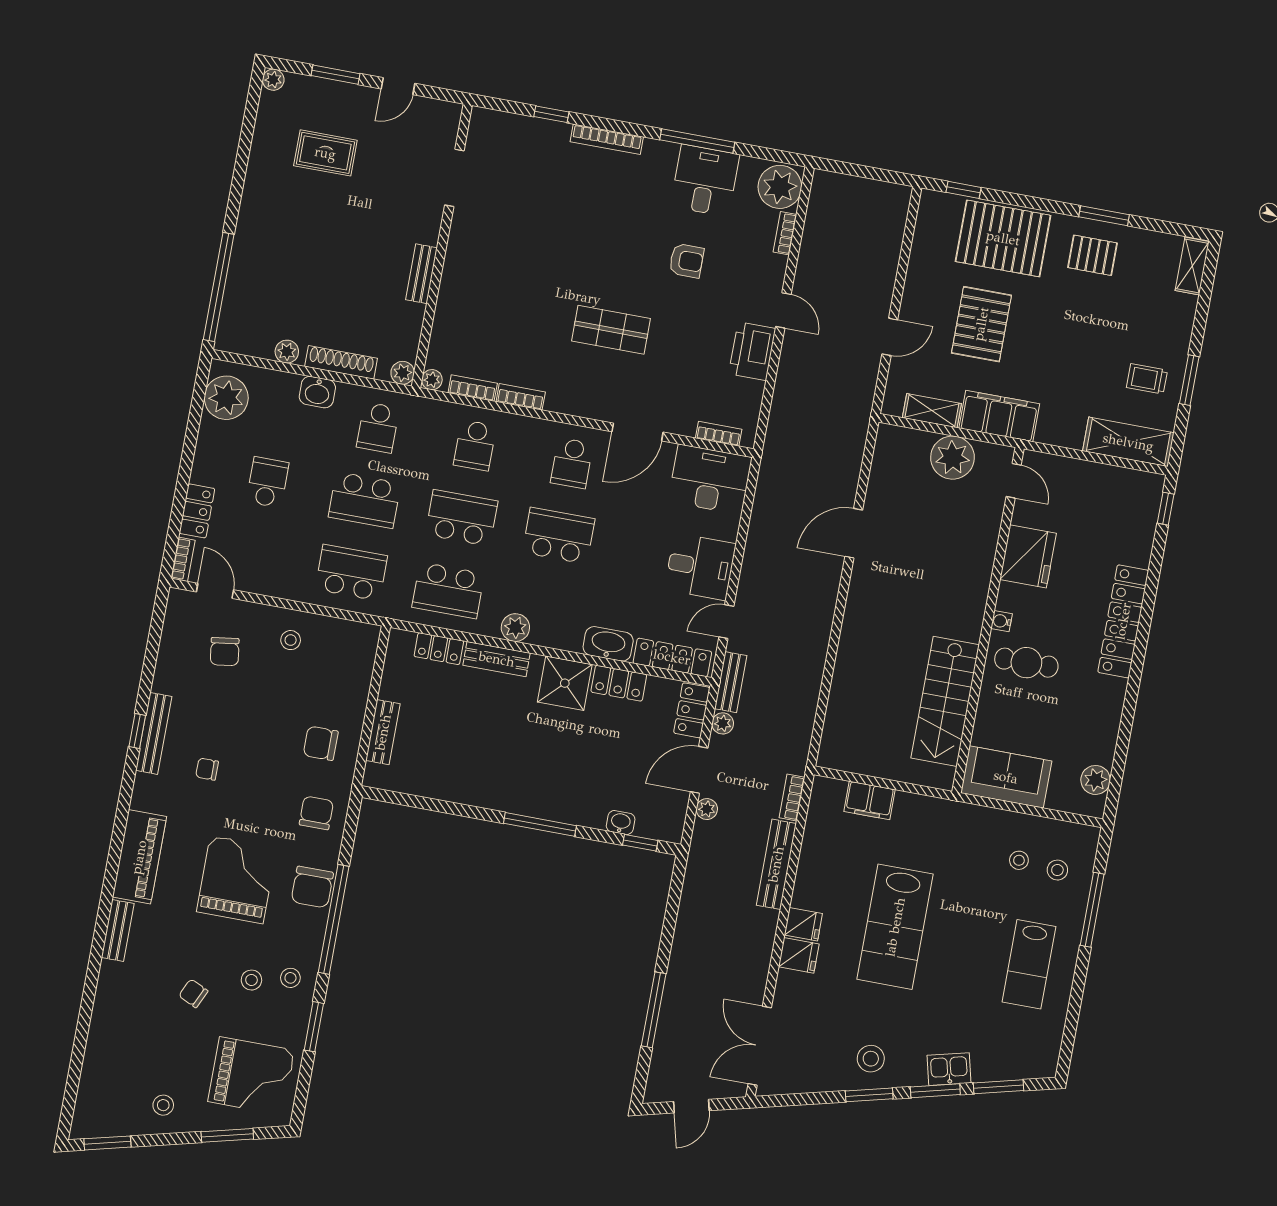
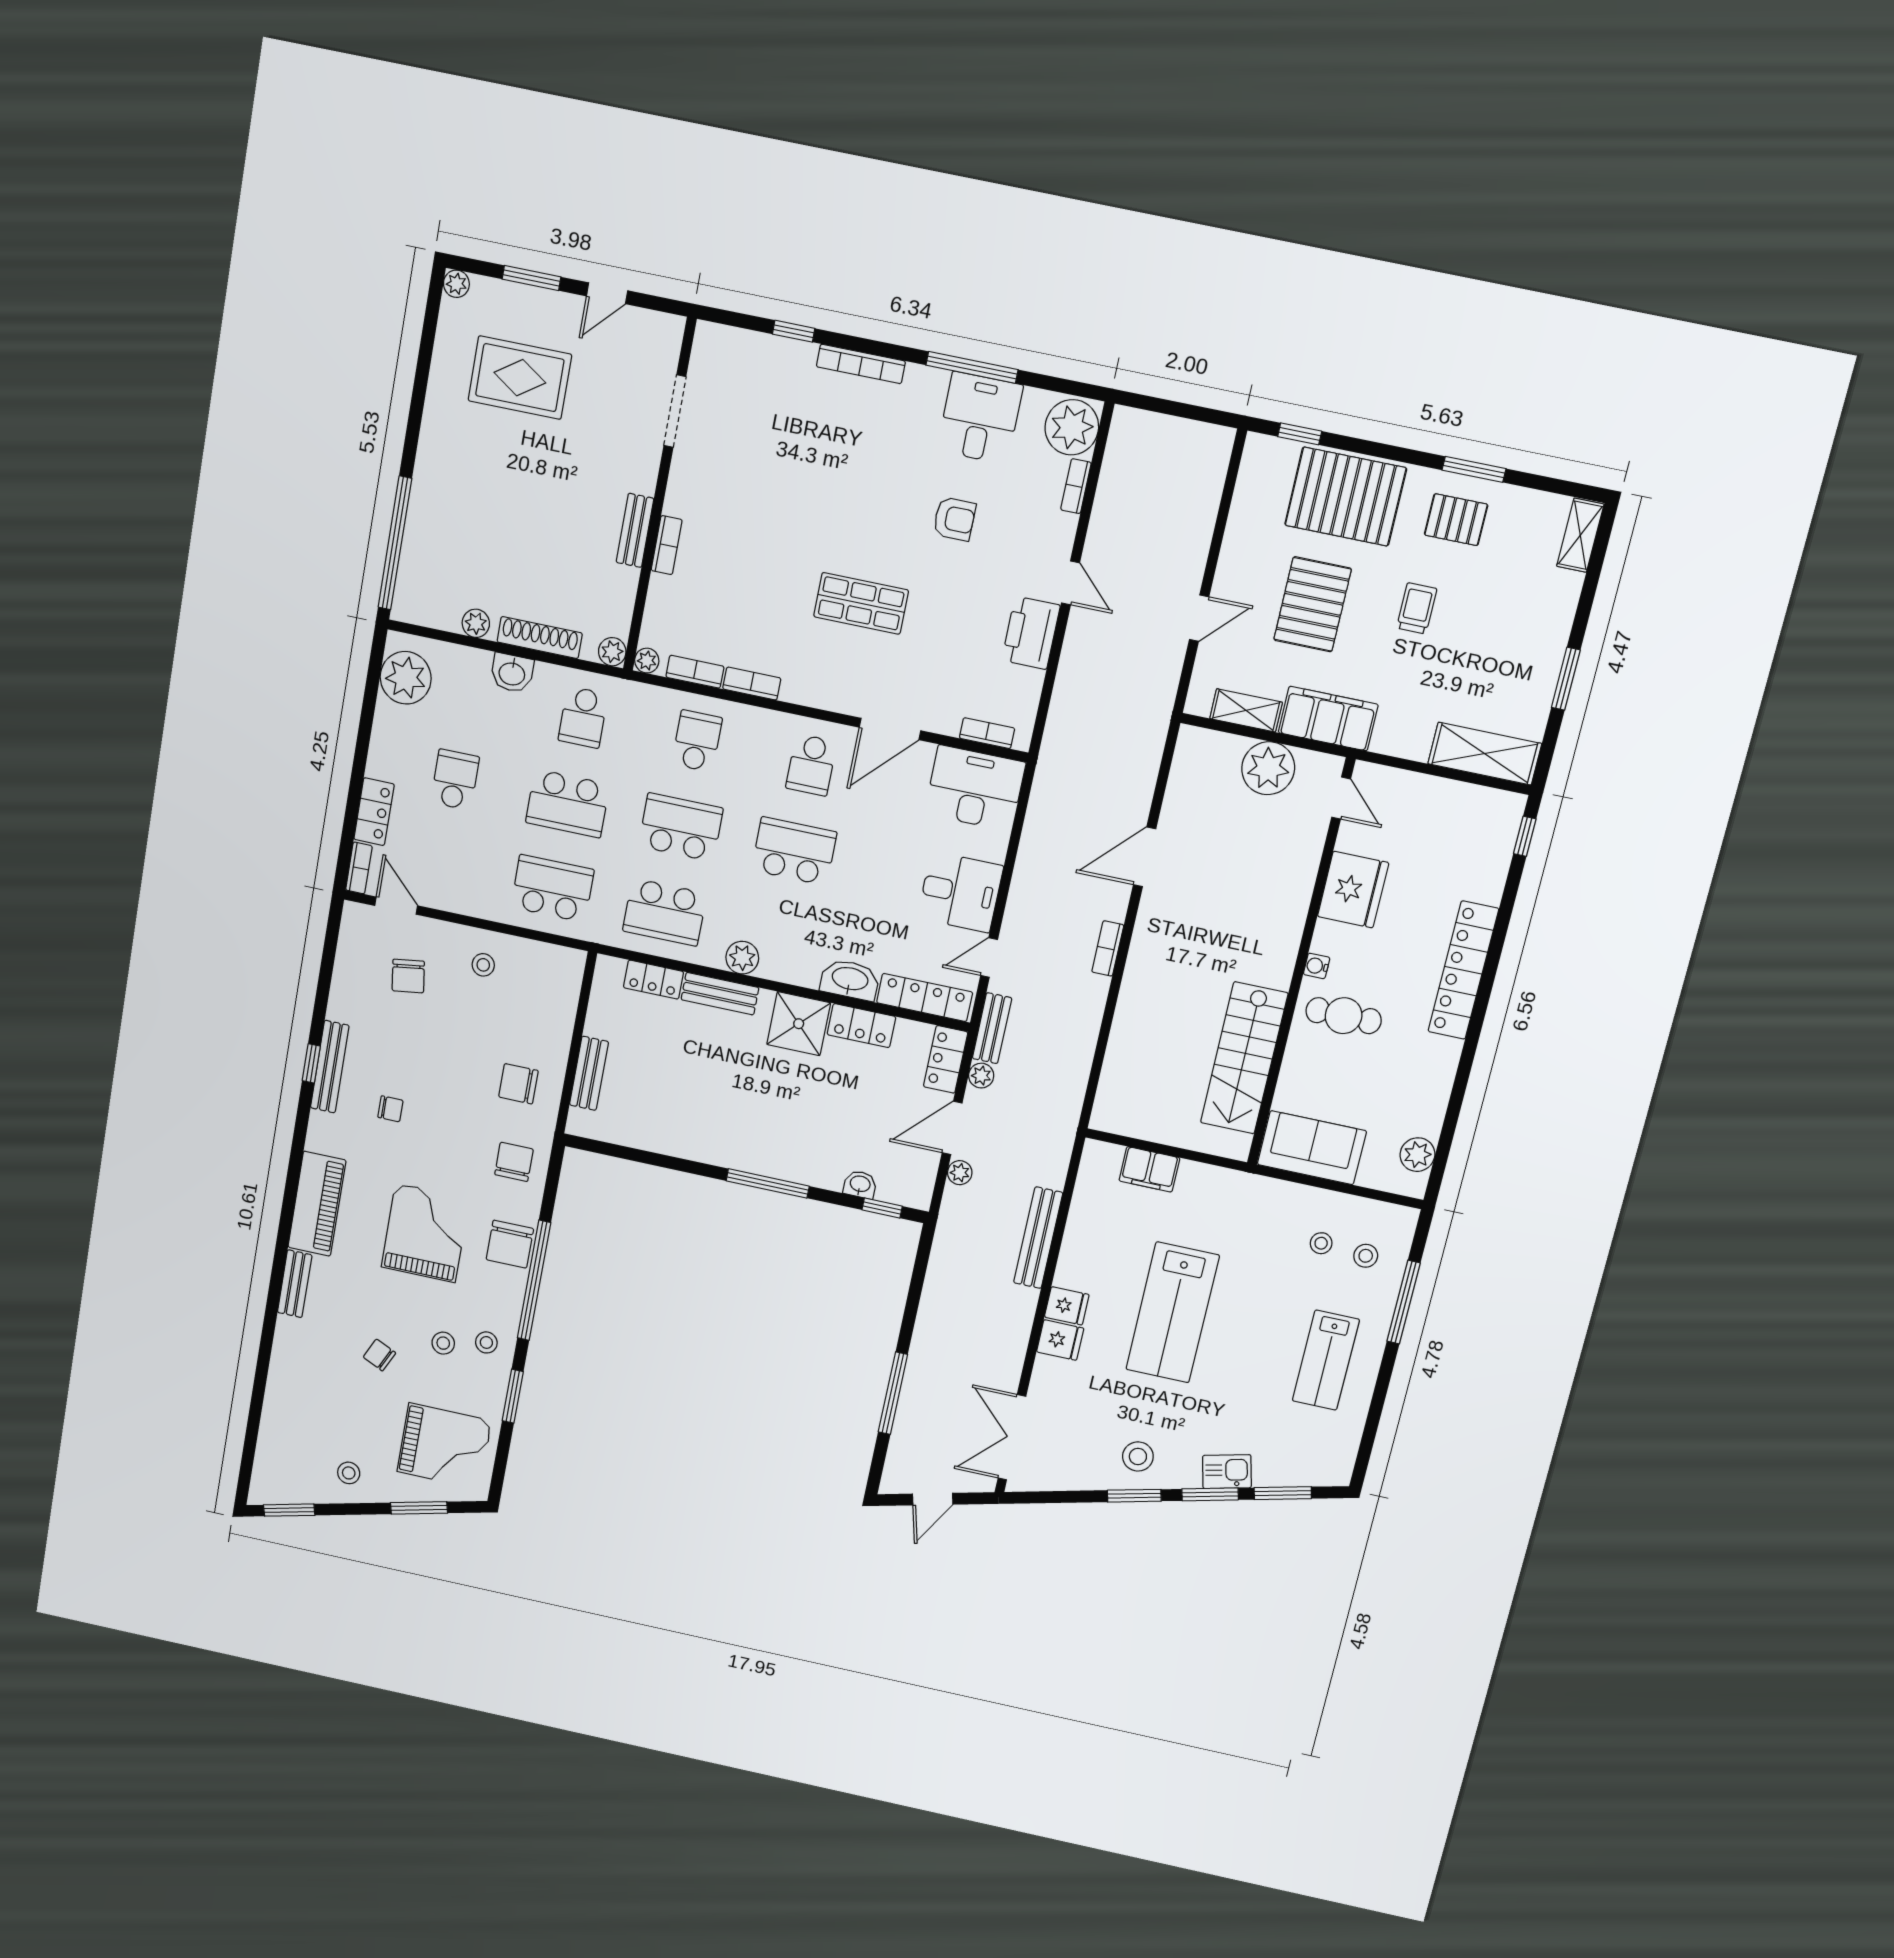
rug: (325, 153) -> (520, 378), width x1.36, depth x1.43
bookcase: (448, 285) -> (667, 545), added
trolley: (1147, 379) -> (1417, 608), moved, turned 90
school desk: (475, 445) -> (697, 741), turned 180
chair: (207, 769) -> (390, 1109), turned 180
bookcase: (792, 798) -> (1108, 948), moved

